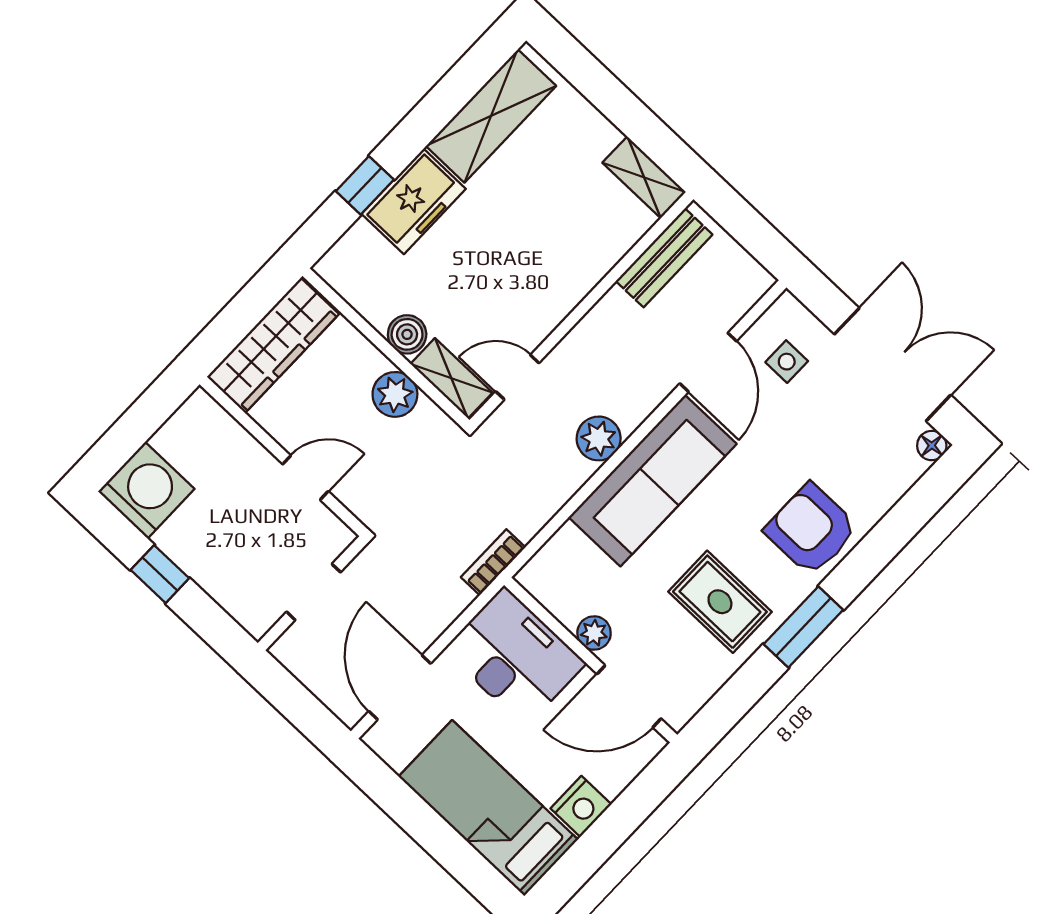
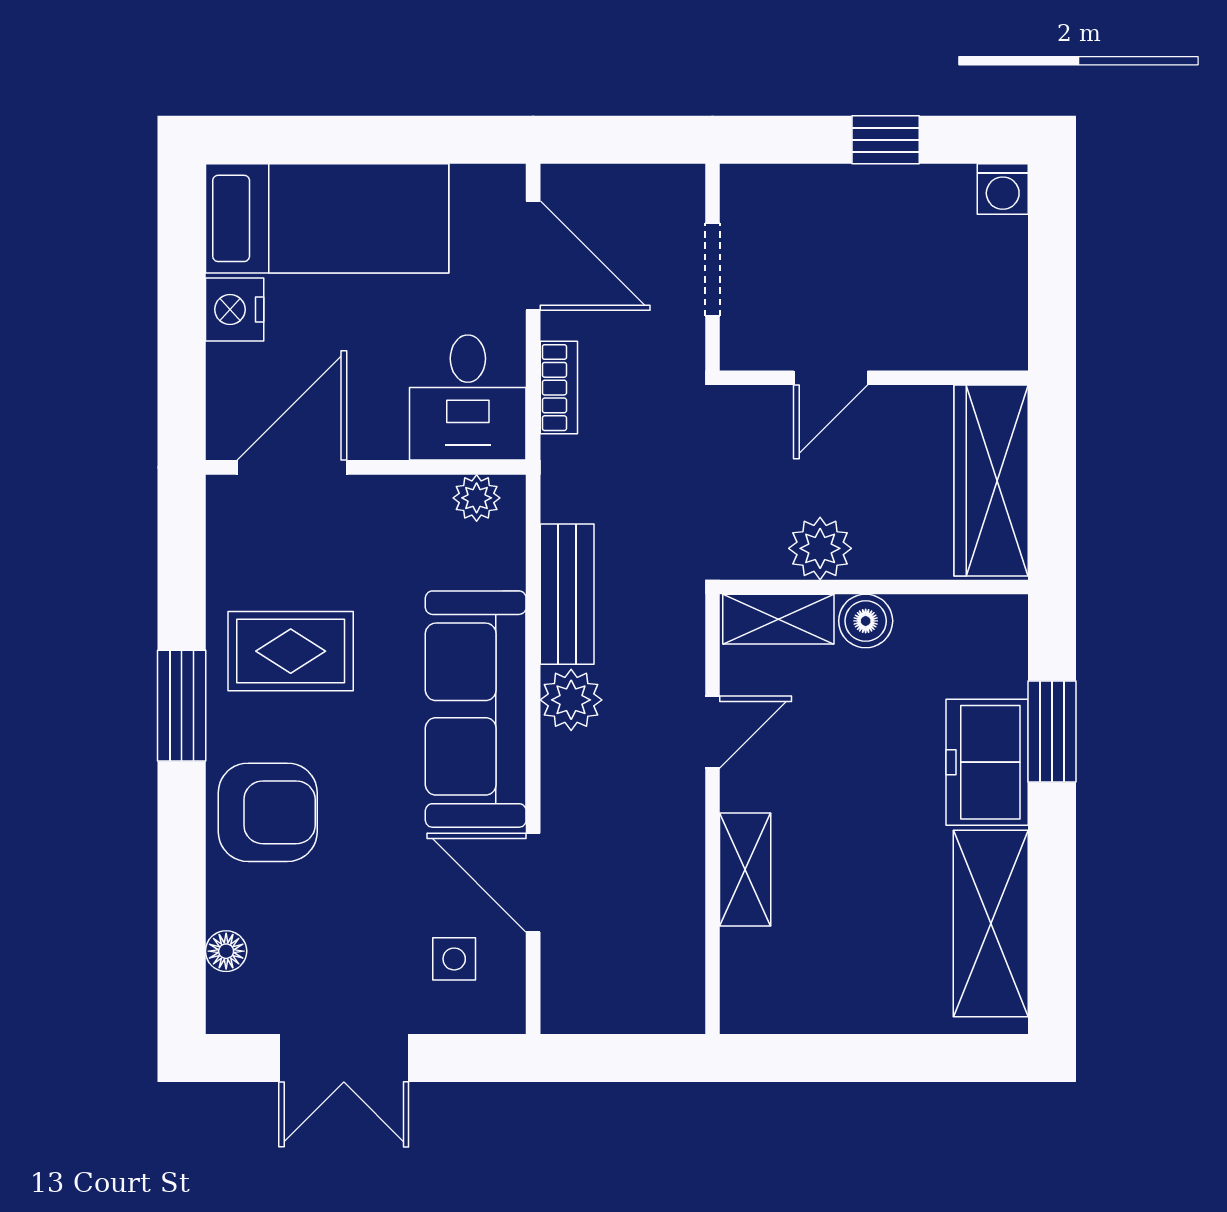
shelving: (644, 177) -> (745, 870), moved, turned 90
window: (365, 185) -> (1052, 731), width x1.50
bench: (664, 258) -> (567, 594), moved
double door: (893, 365) -> (344, 1058), width x0.73
door: (517, 377) -> (712, 732), moved
floor lamp: (932, 446) -> (226, 951), moved
washing machine: (146, 490) -> (1003, 189), width x0.53, depth x0.53
bookcase: (493, 562) -> (559, 388), moved
plant: (594, 633) -> (477, 498), moved
desk: (515, 657) -> (468, 398), width x0.73

